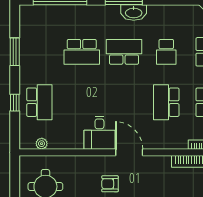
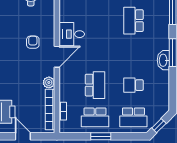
school desk: (124, 52) -> (133, 53), removed
school desk: (166, 102) -> (95, 85), turned 90
plant: (163, 163) -> (49, 82), added

